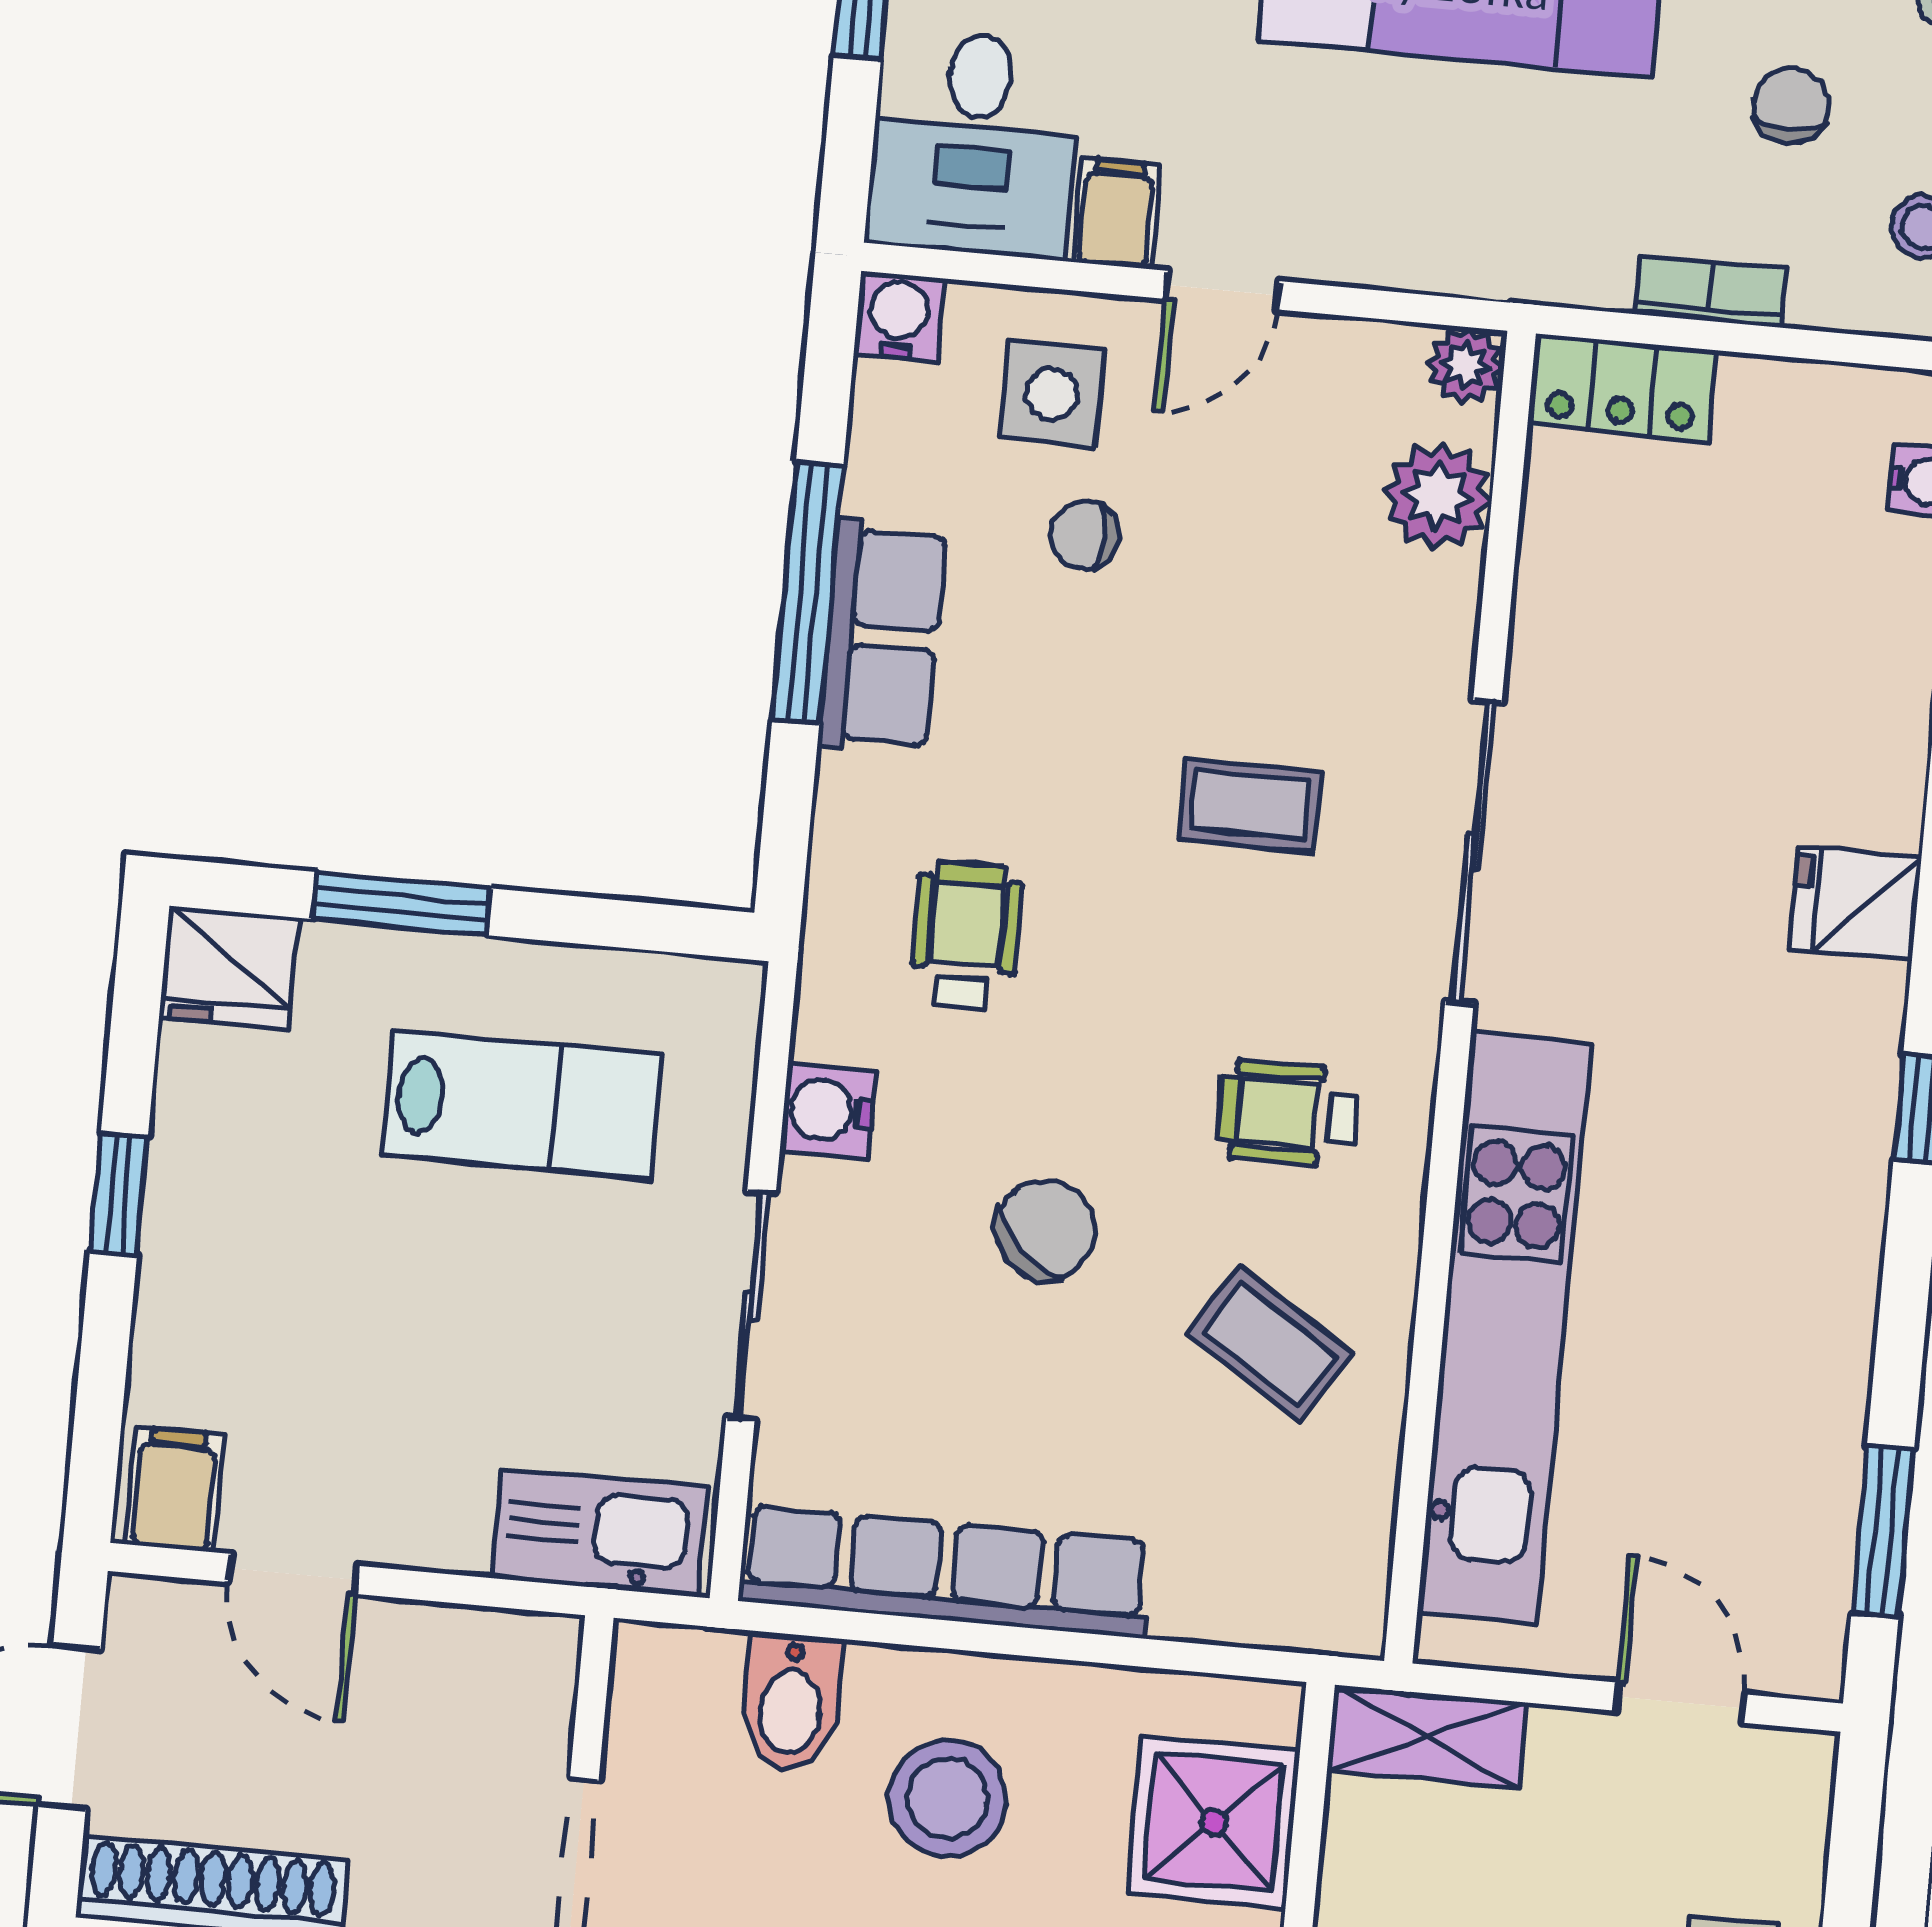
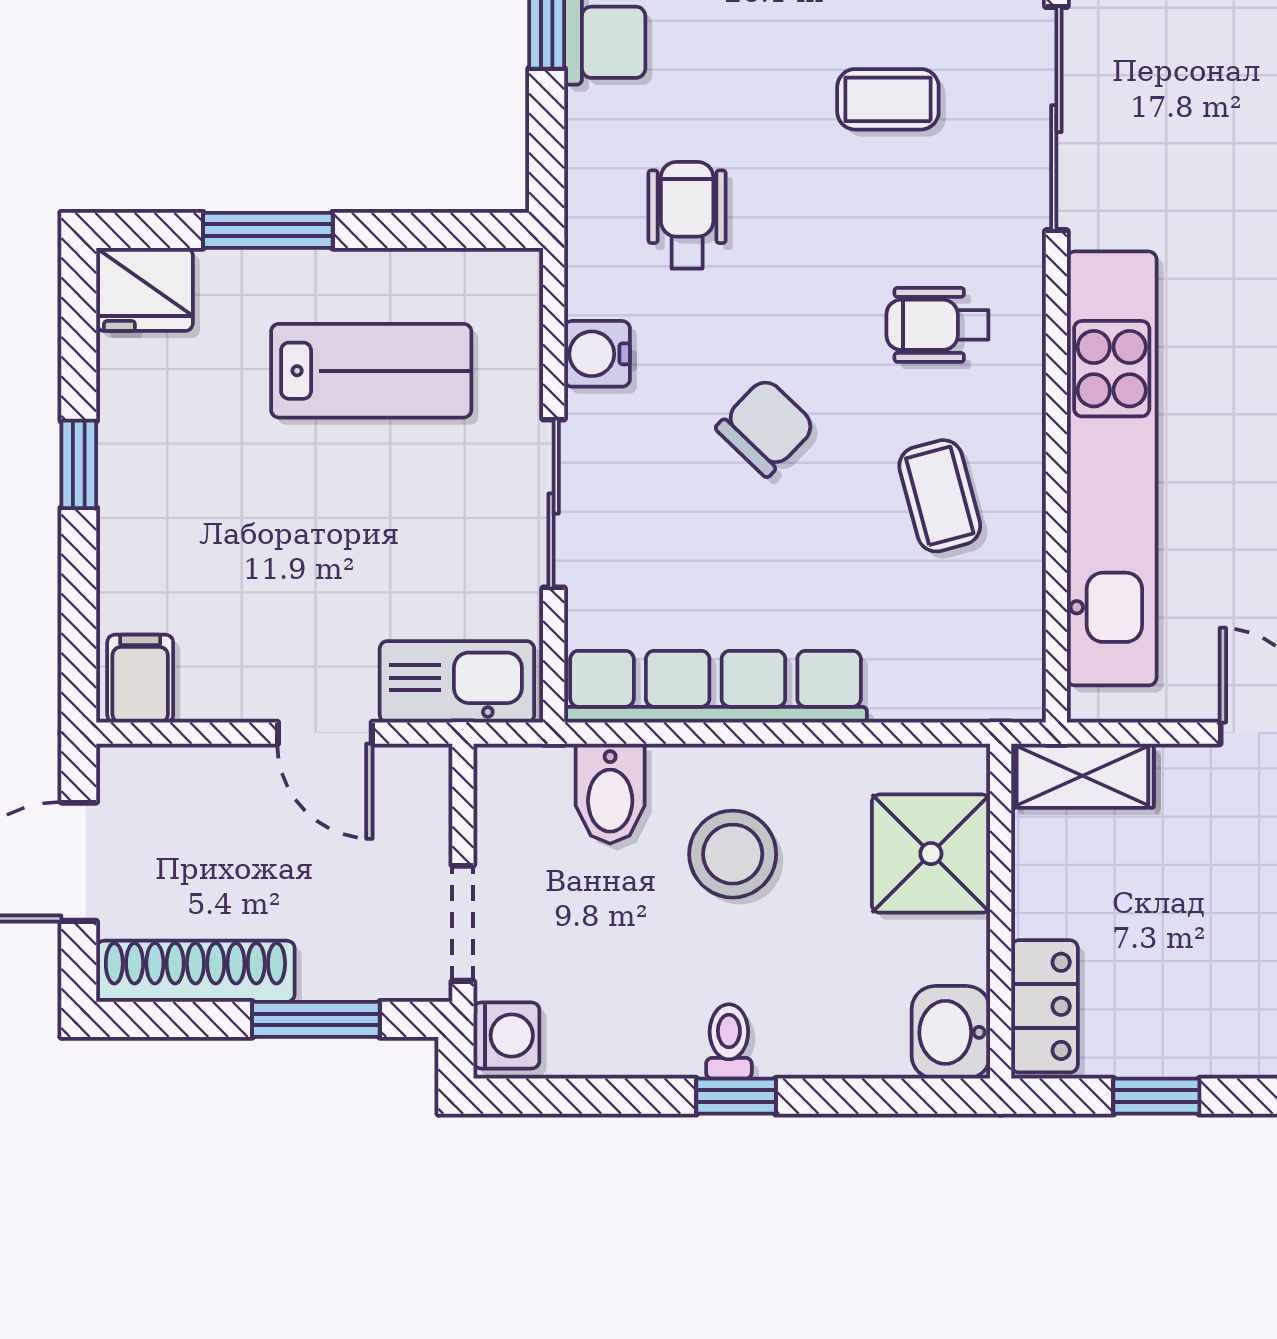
coffee table: (1270, 1343) -> (940, 496), turned 42
door: (293, 1574) -> (325, 733), moved

